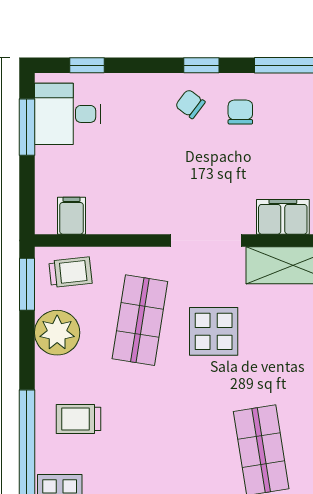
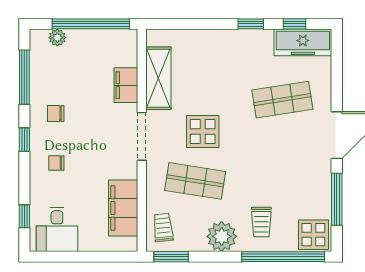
chair: (190, 104) -> (56, 163), moved, turned 53
window: (27, 127) -> (66, 257), removed
filing cabinet: (72, 216) -> (123, 208), width x3.00, depth x1.17
plant: (57, 333) -> (222, 236), moved

